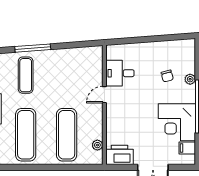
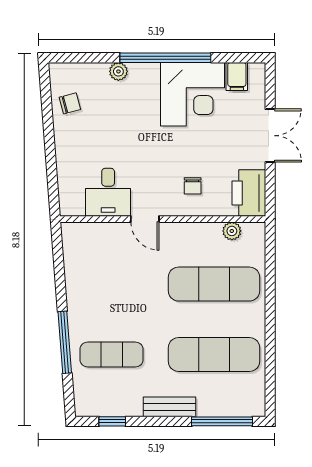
chair: (167, 76) -> (70, 103), moved
chair: (124, 122) -> (193, 186), added

